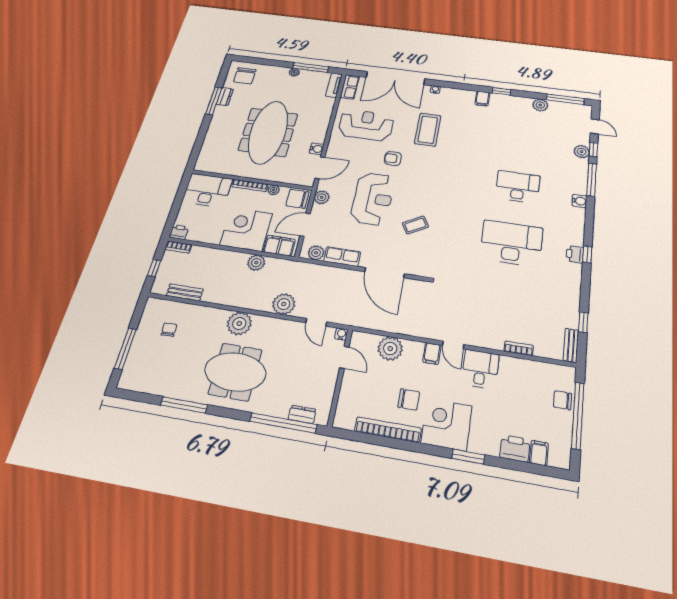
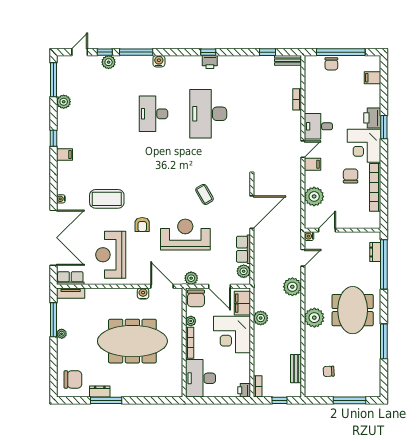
printer: (515, 448) -> (372, 118), moved

